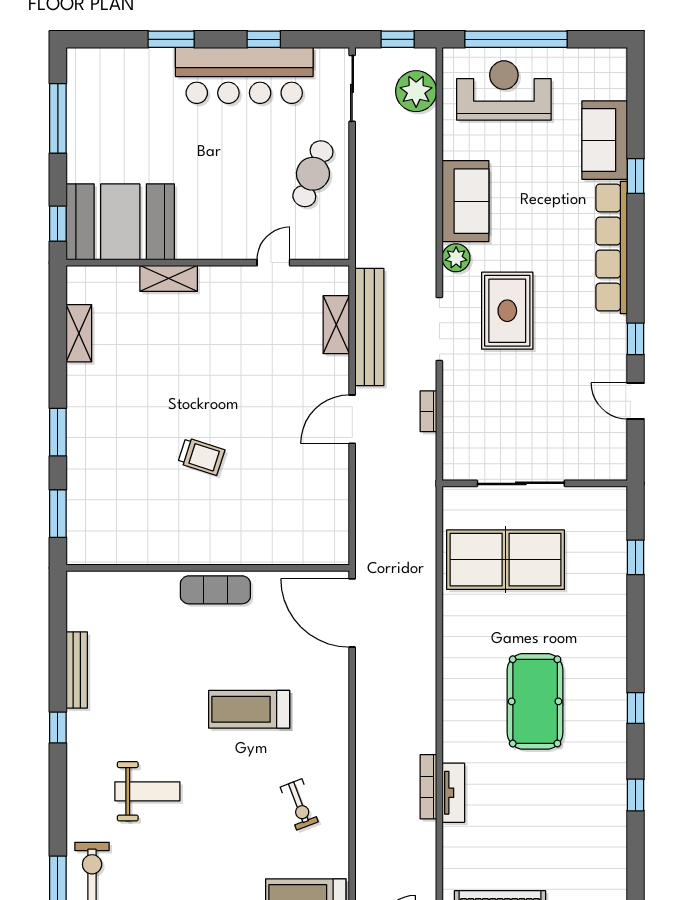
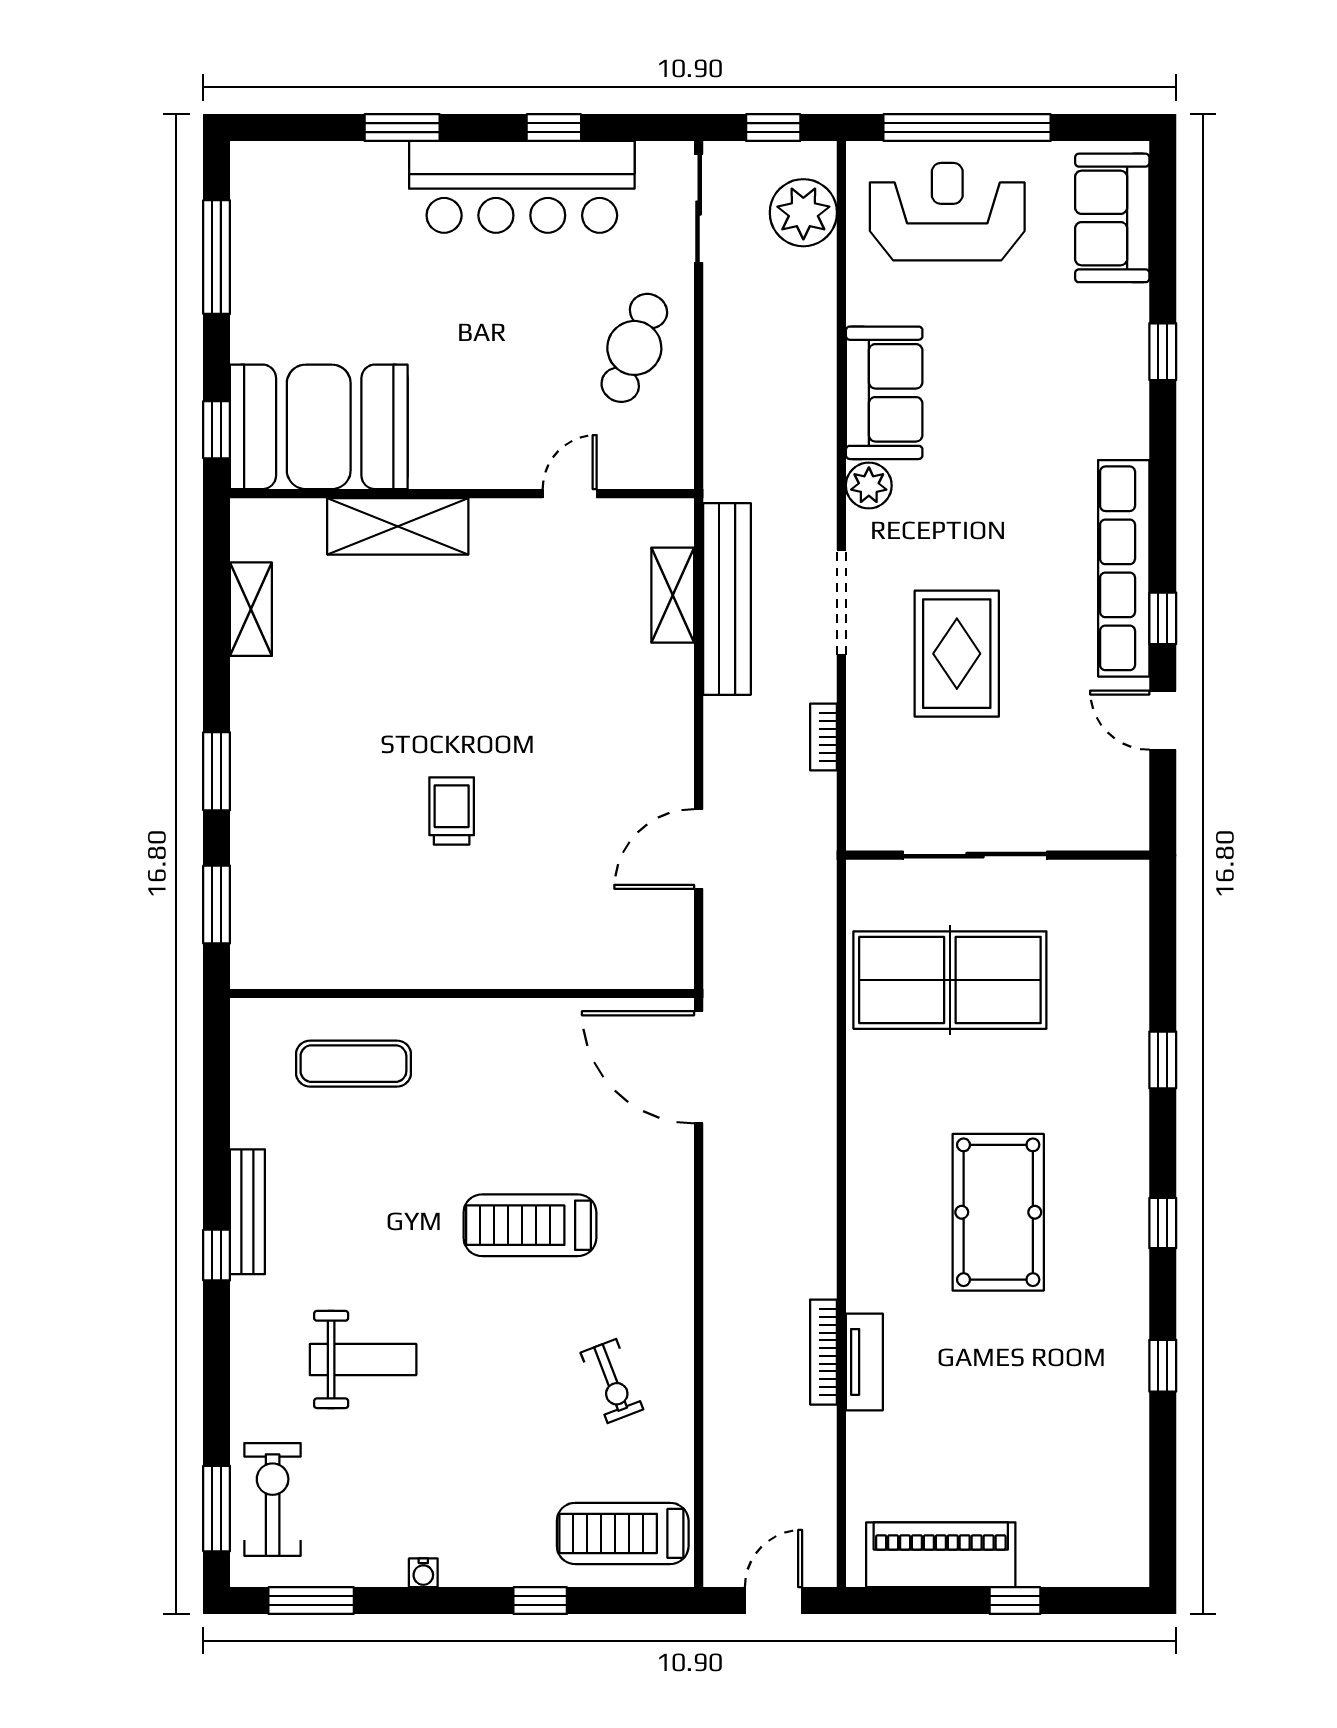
sofa: (605, 140) -> (1112, 218), moved
row of seats: (612, 248) -> (1124, 568), moved
shelving: (169, 278) -> (398, 526), width x1.50, depth x1.33
rug: (507, 311) -> (957, 654), moved
door: (352, 419) -> (699, 849), moved
trolley: (201, 456) -> (452, 811), turned -108
window: (635, 557) -> (1163, 1060), moved
exercise mat: (215, 590) -> (353, 1064), moved
bench: (77, 670) -> (247, 1212), moved

